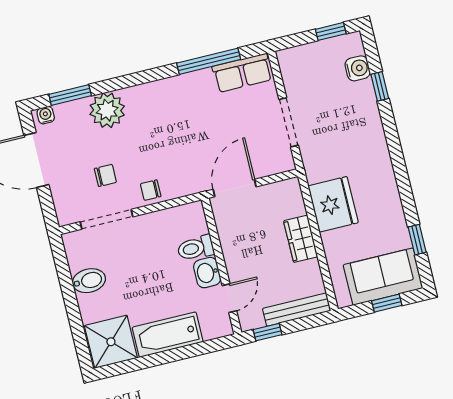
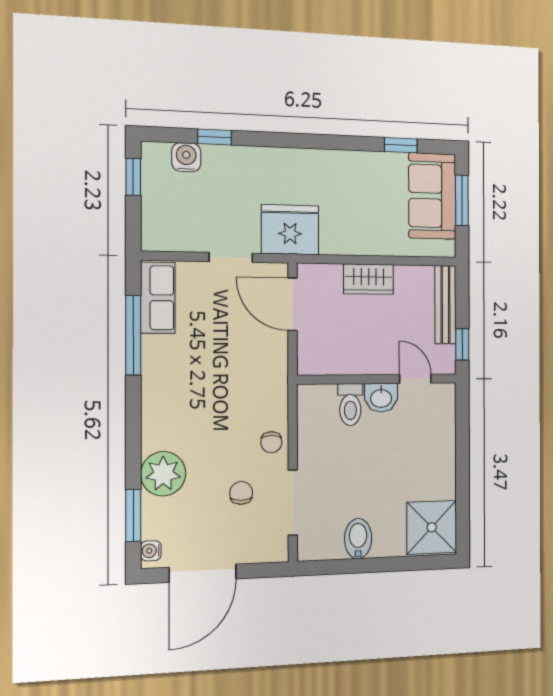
doorway: (289, 122) -> (231, 257), width x0.73
door: (235, 188) -> (293, 304), moved
fridge: (333, 204) -> (290, 230), moved
window: (387, 303) -> (462, 200), width x1.50
bathtub: (168, 335) -> (439, 460), removed

